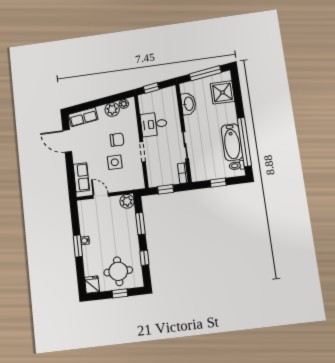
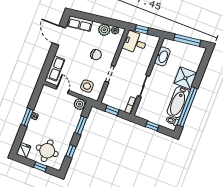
shower: (222, 92) -> (185, 78), moved
desk: (154, 124) -> (135, 43), moved
side table: (115, 162) -> (87, 86), moved

